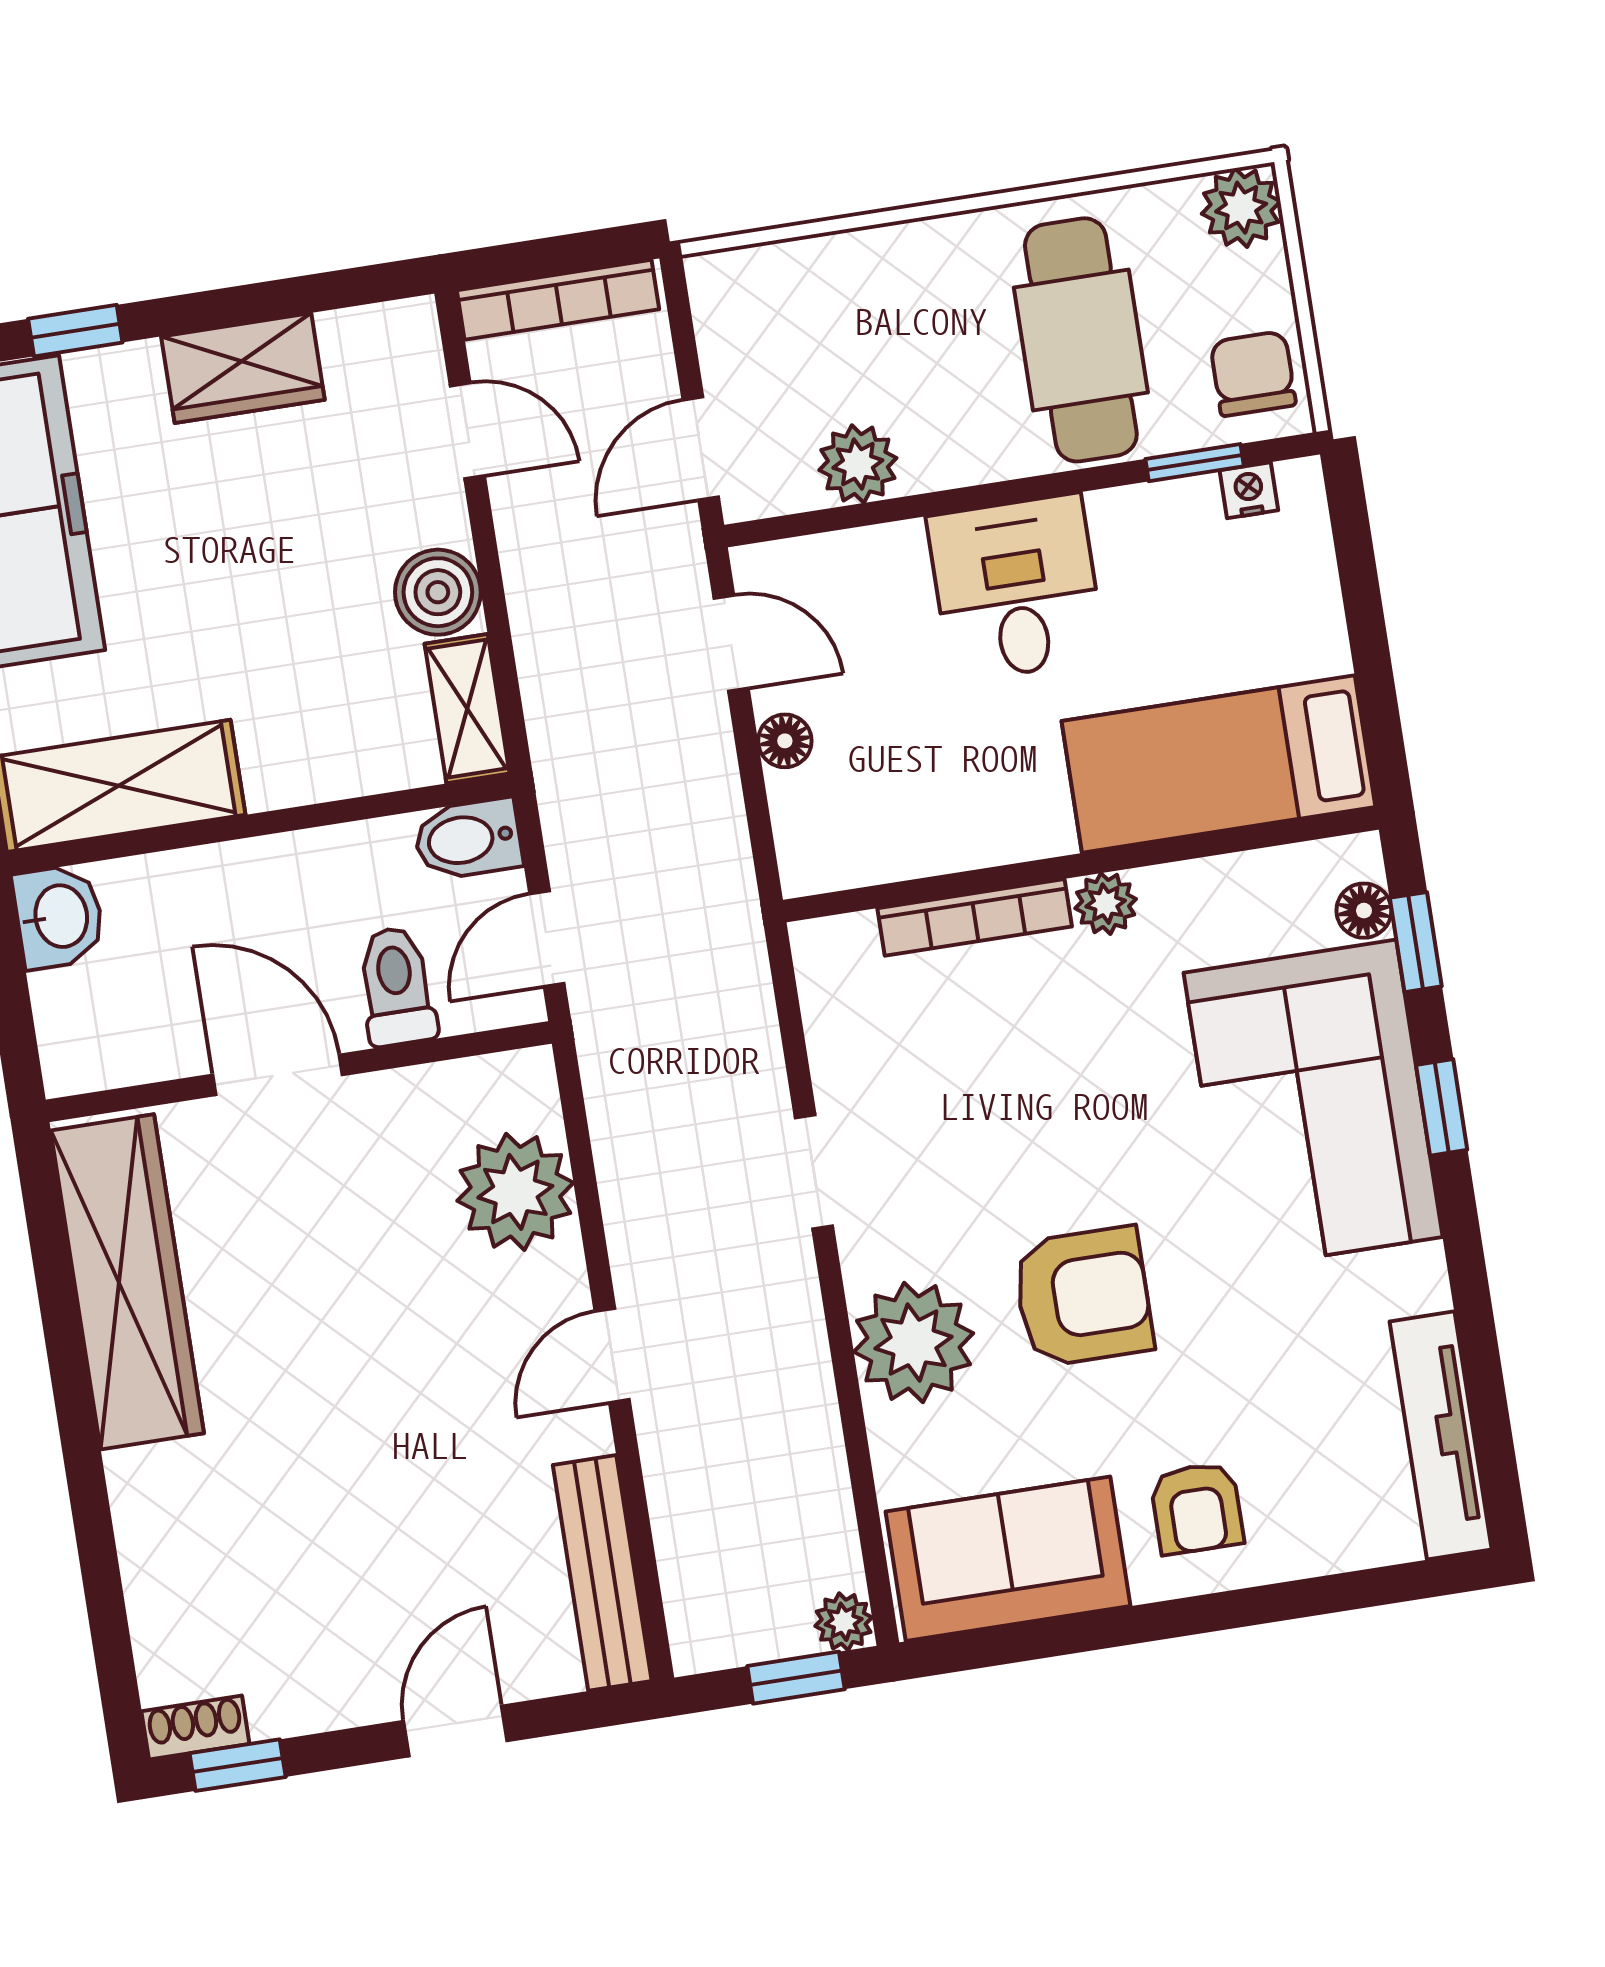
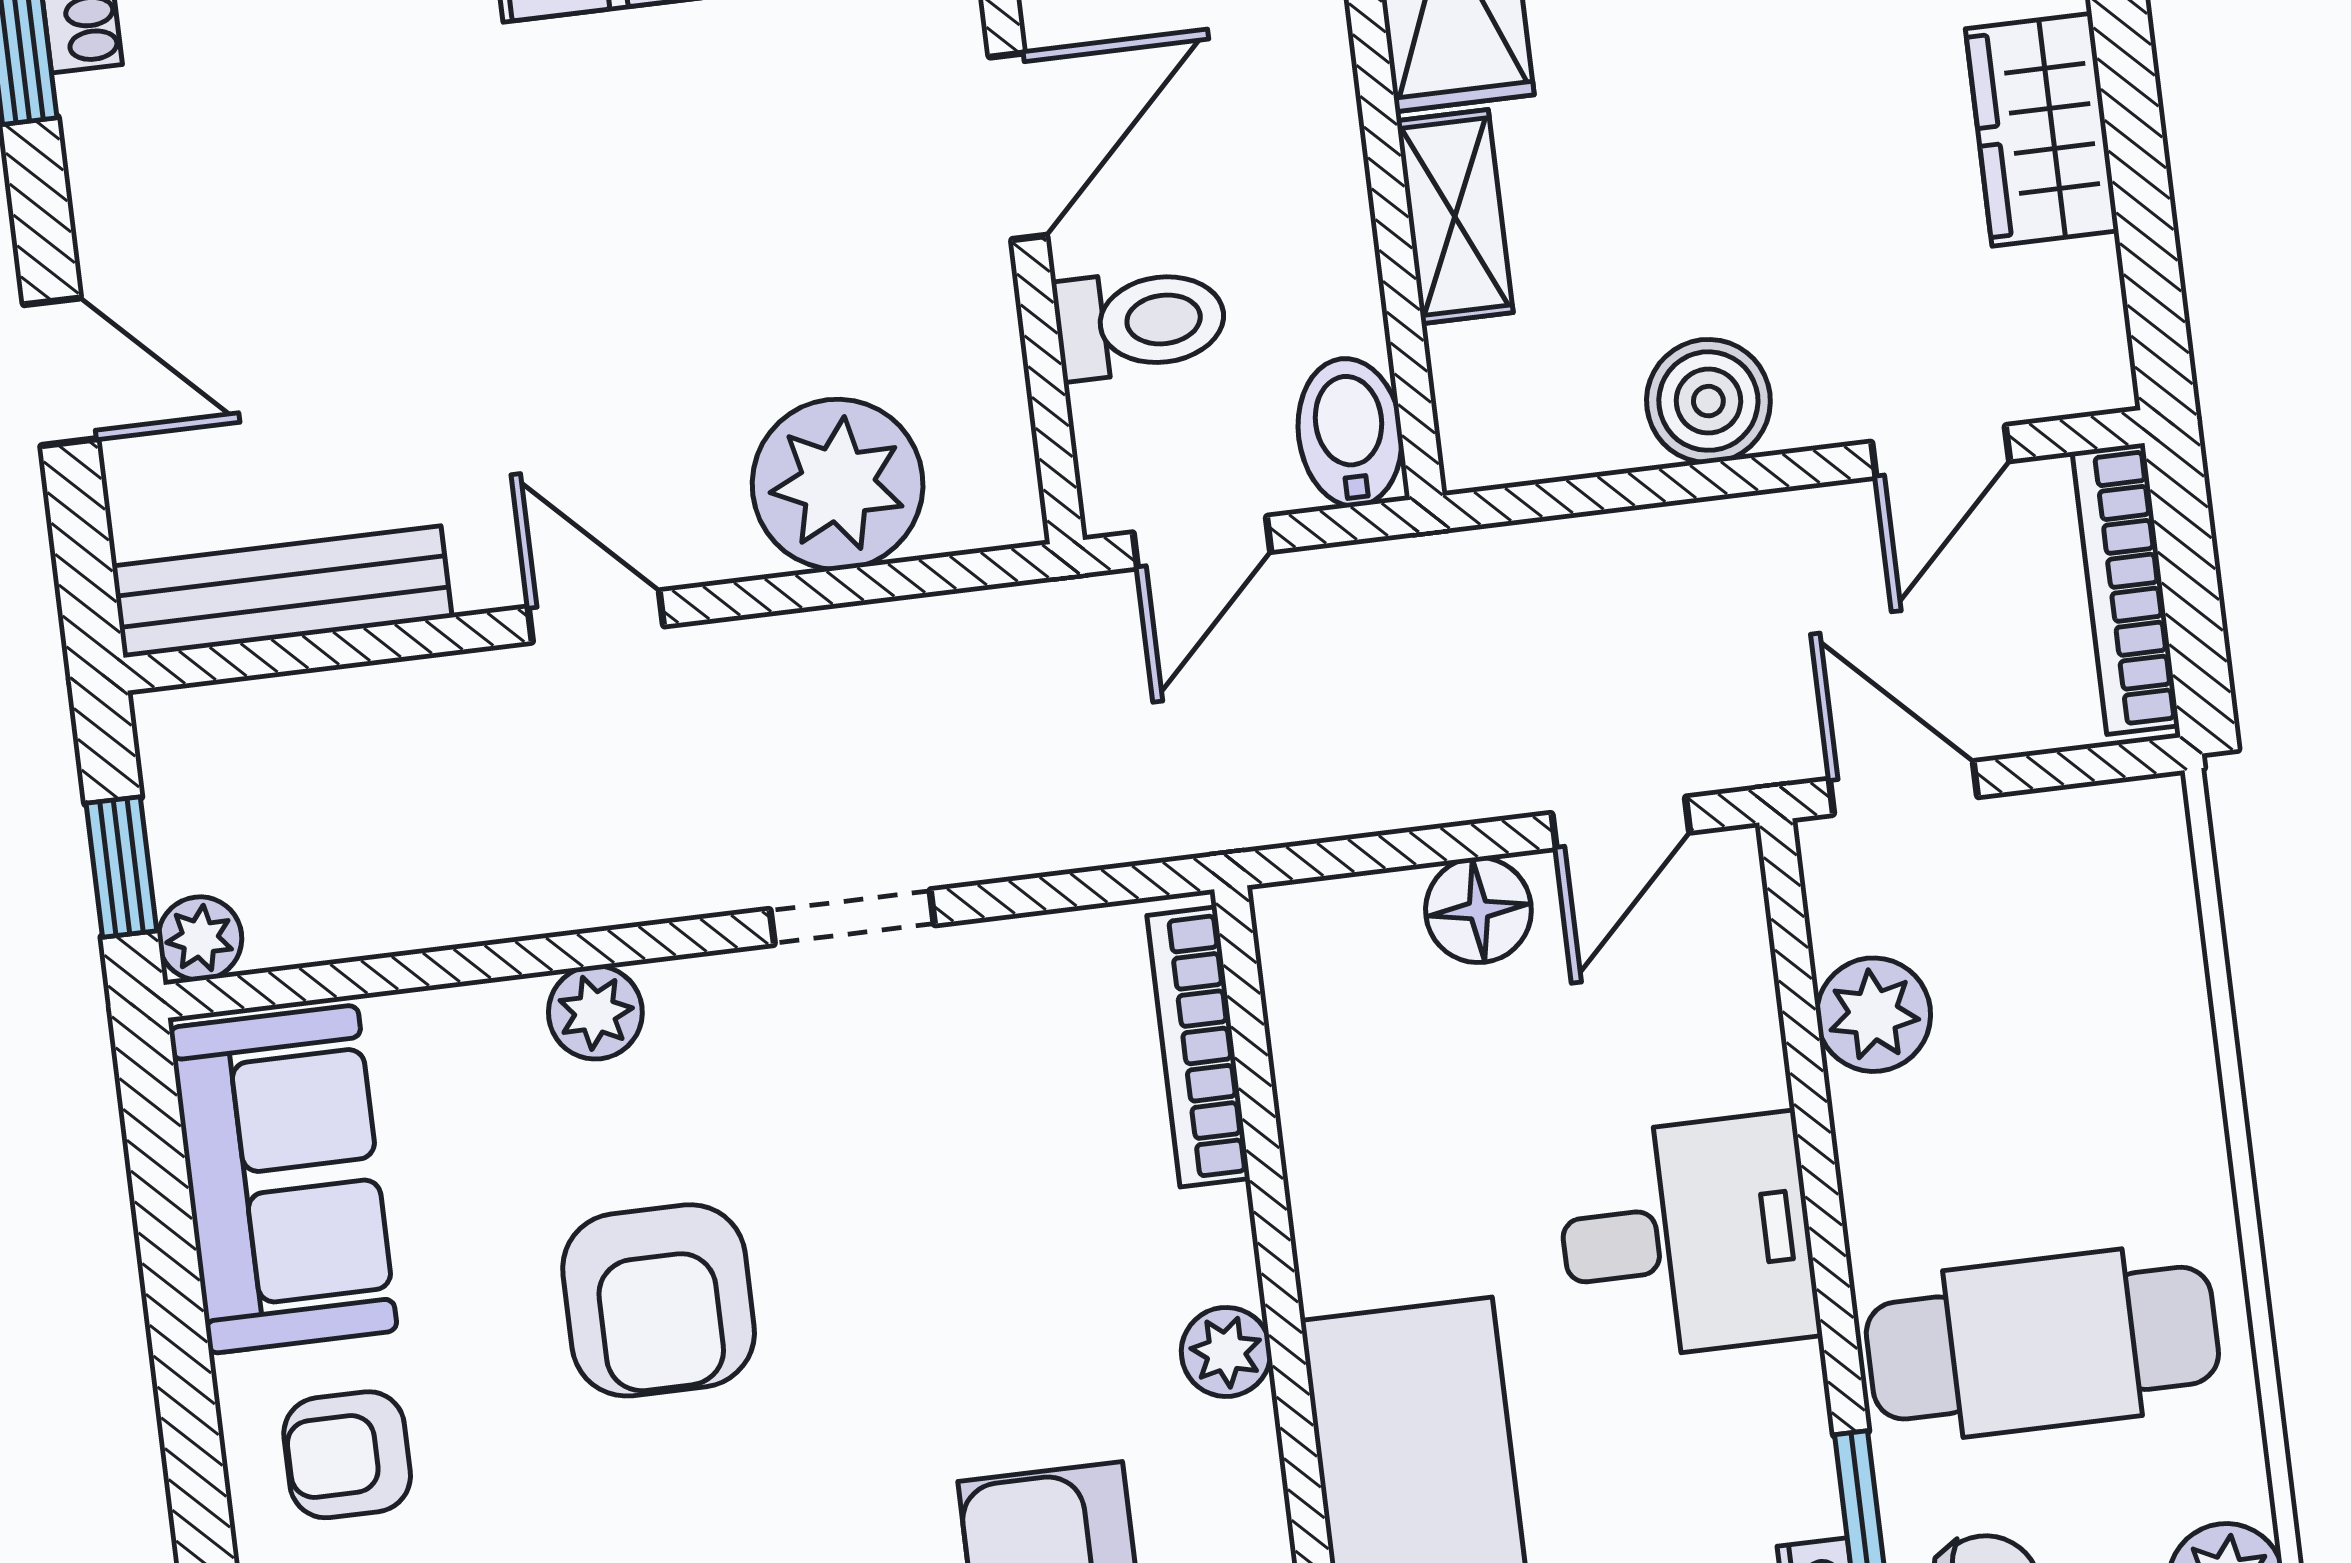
shelving: (467, 709) -> (1455, 217), moved, turned 90
floor lamp: (785, 741) -> (1478, 910), width x1.37, depth x1.37
bookcase: (975, 917) -> (1198, 1047), moved
door: (547, 939) -> (1202, 542), swing flipped
plant: (914, 1343) -> (595, 1012), width x0.53, depth x0.53

